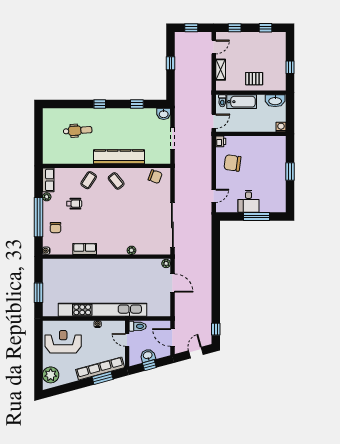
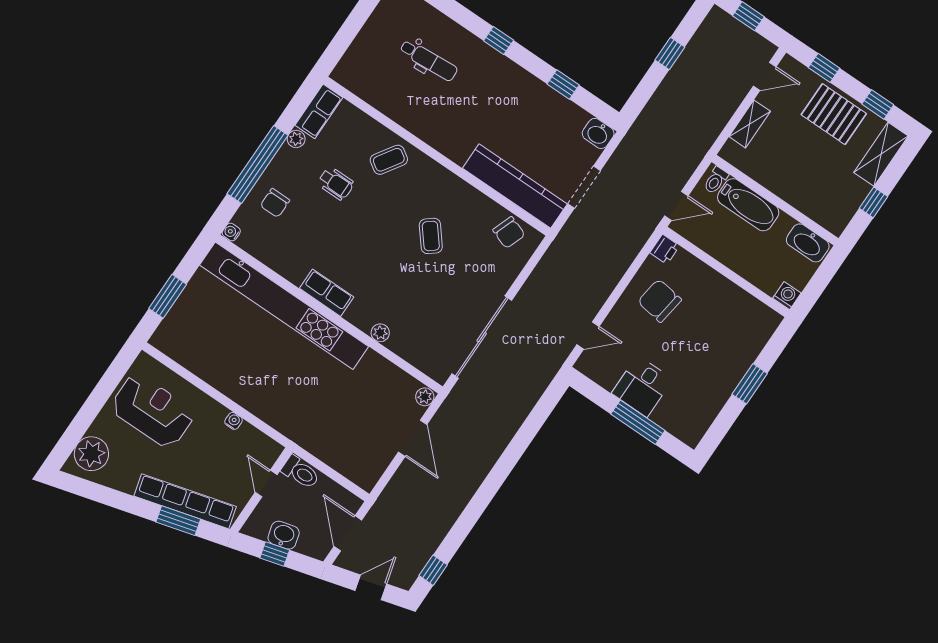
shelving: (280, 46) -> (881, 154), added
pallet: (254, 79) -> (834, 114), moved, width x1.50, depth x1.42
kitchen counter: (119, 157) -> (515, 186), moved
coffee table: (116, 181) -> (431, 236), moved
row of seats: (85, 249) -> (327, 293), moved
kitchen unit: (102, 310) -> (284, 306), moved, turned 180

